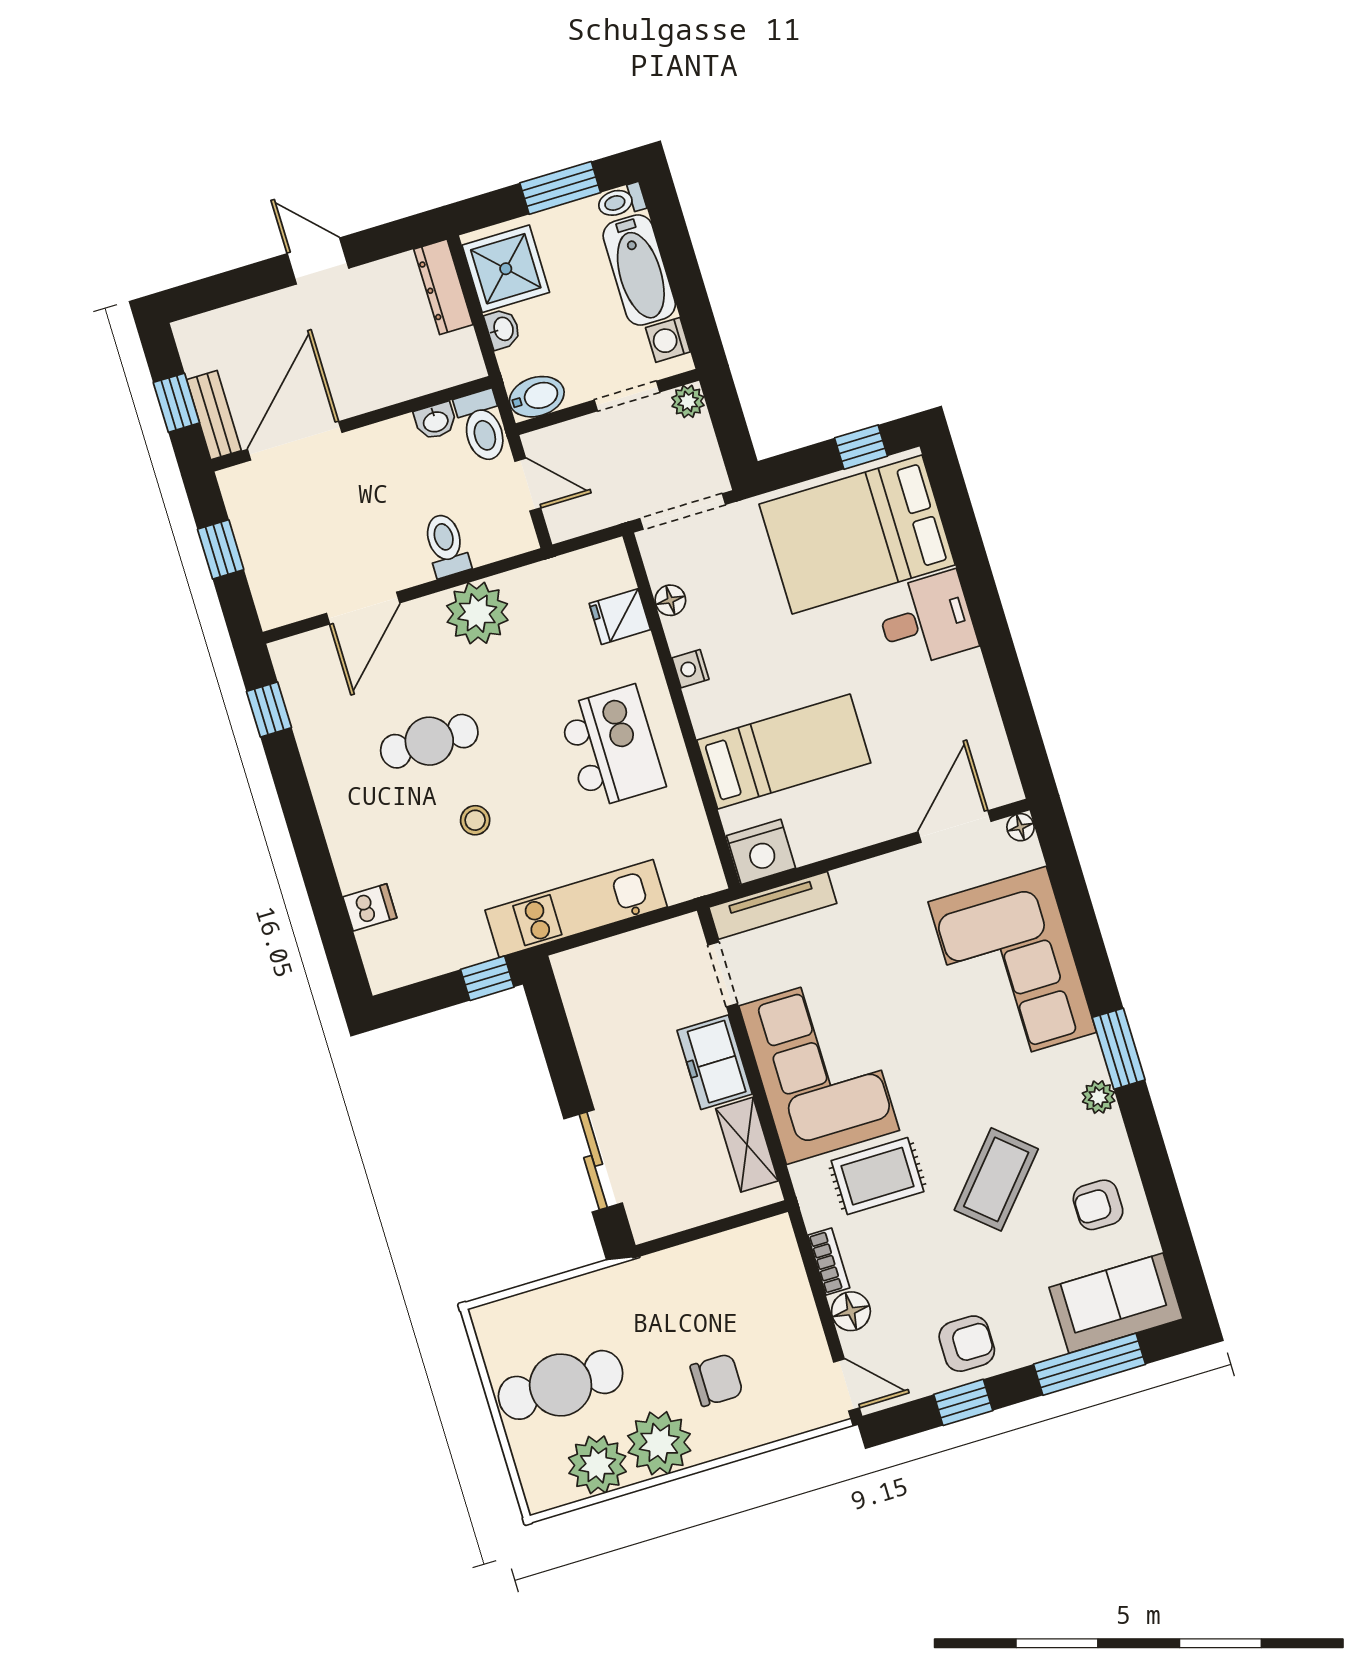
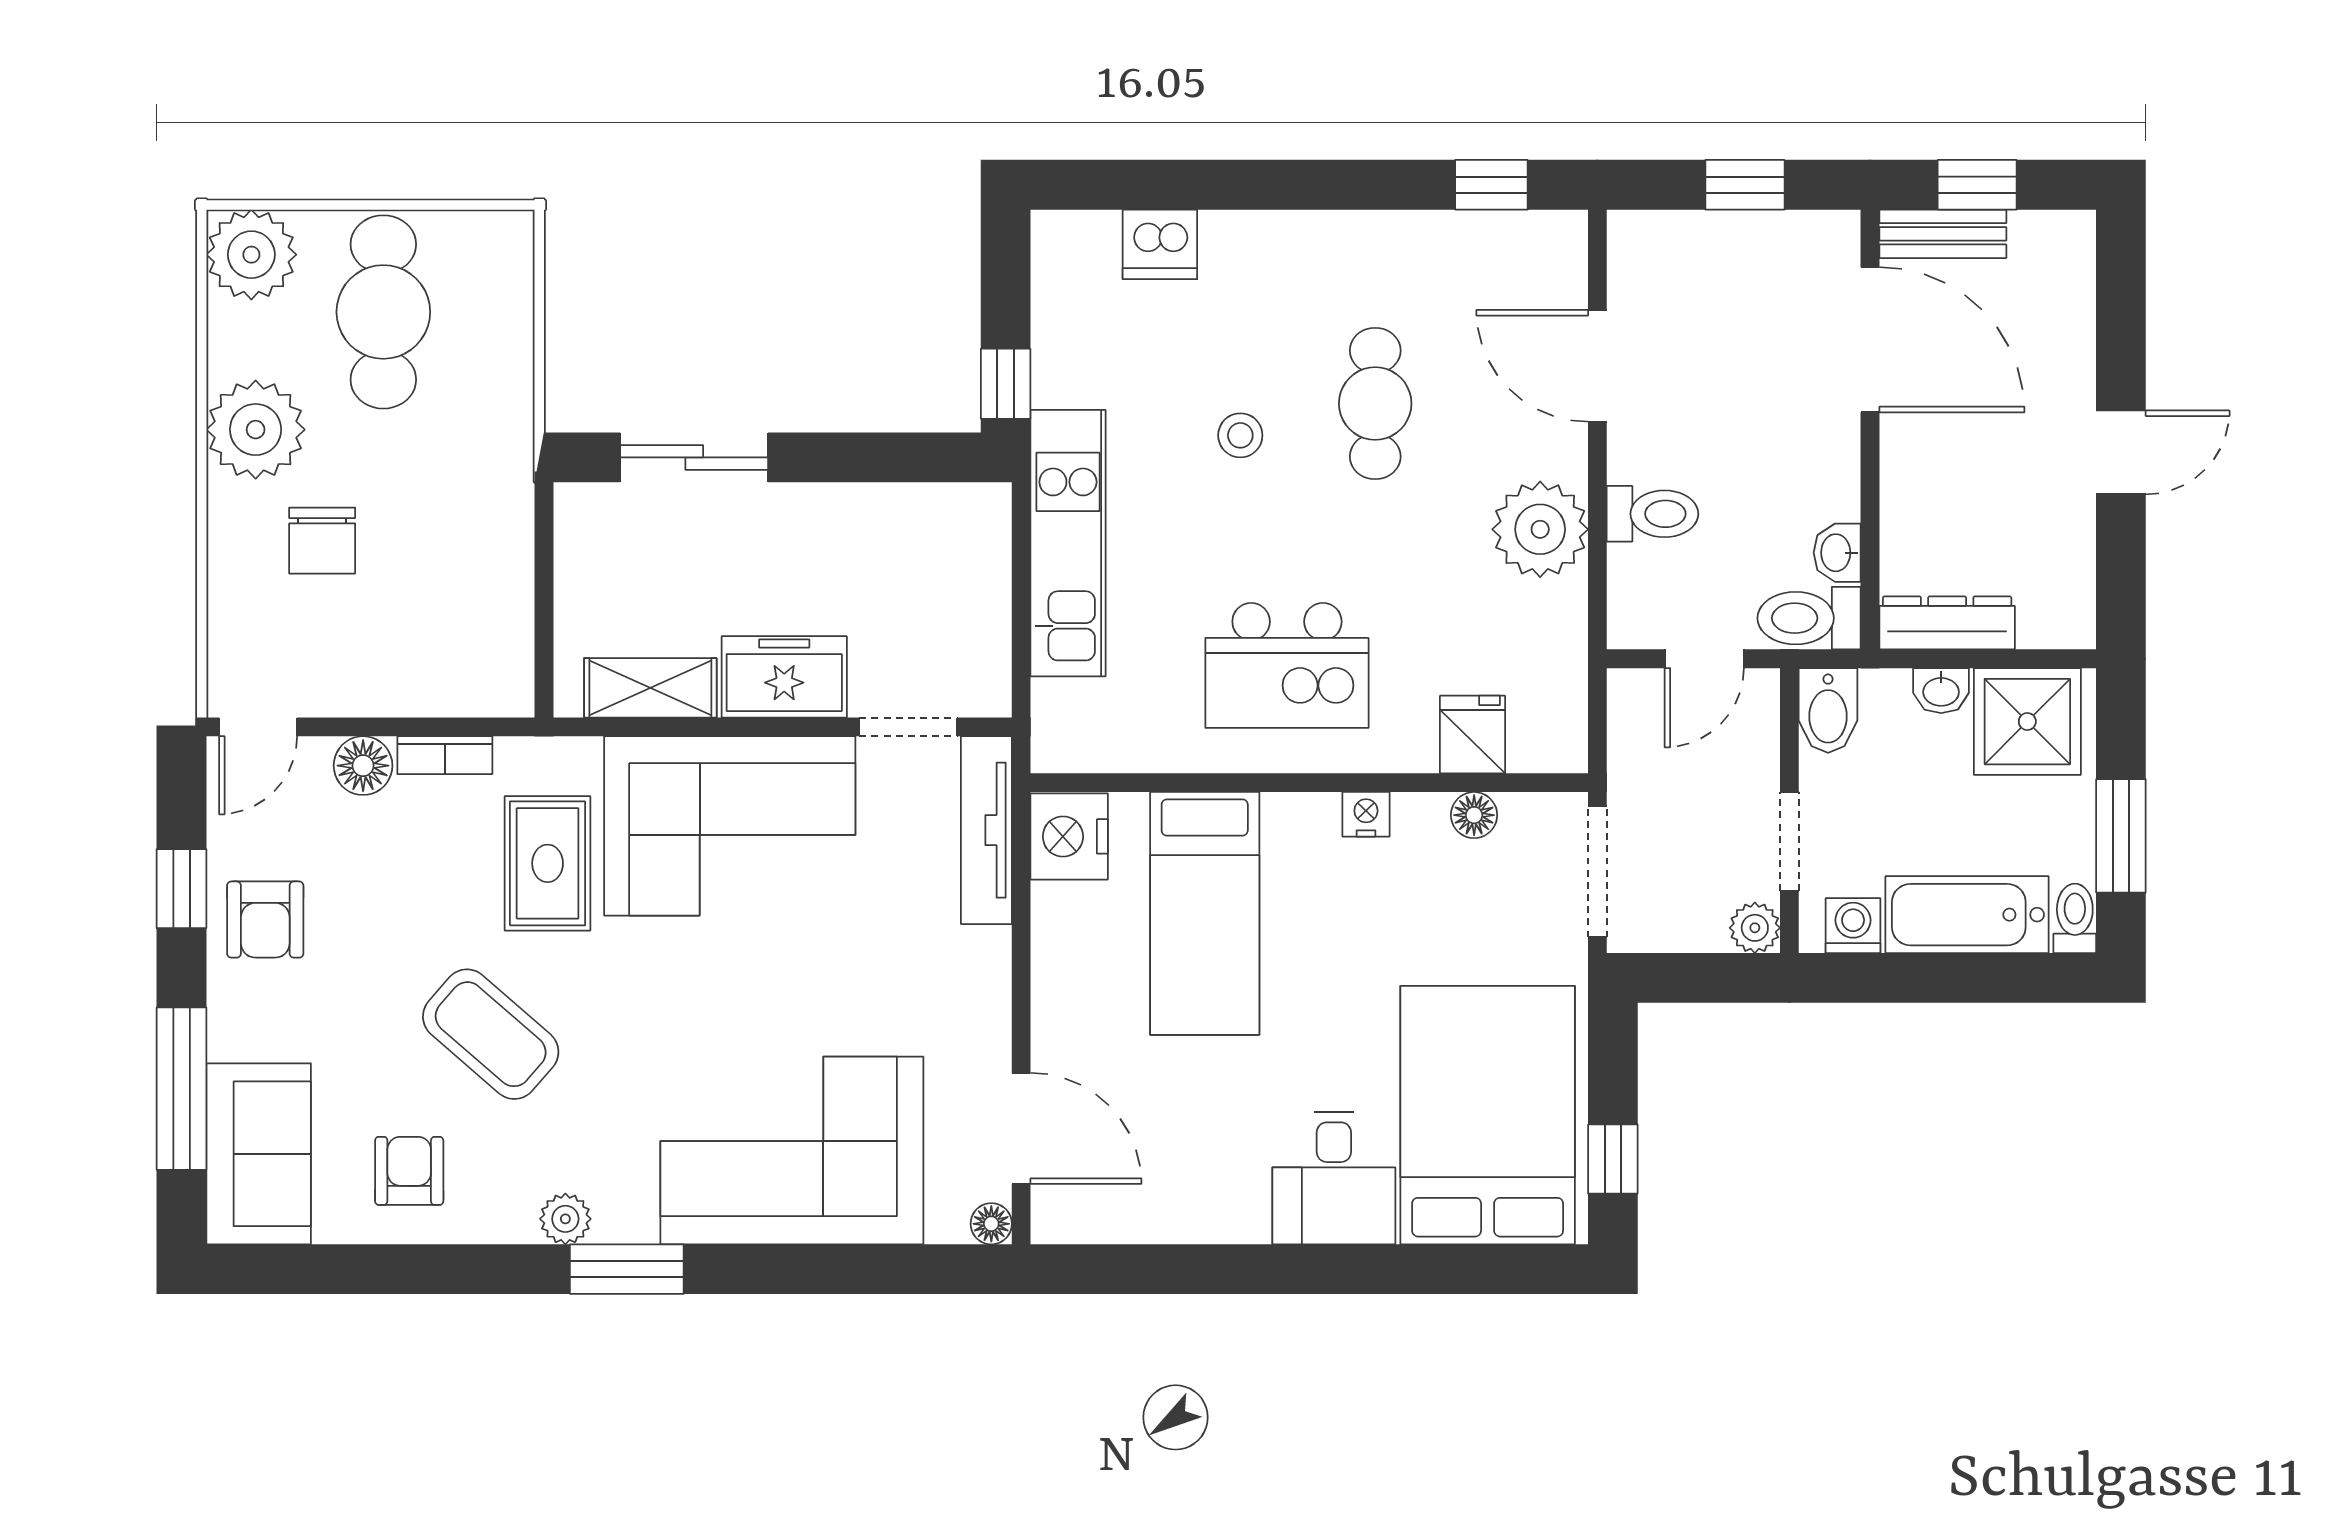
dresser: (443, 287) -> (1947, 623), moved
dishwasher: (370, 907) -> (1160, 244), width x1.38
plant: (597, 1465) -> (251, 255), moved

